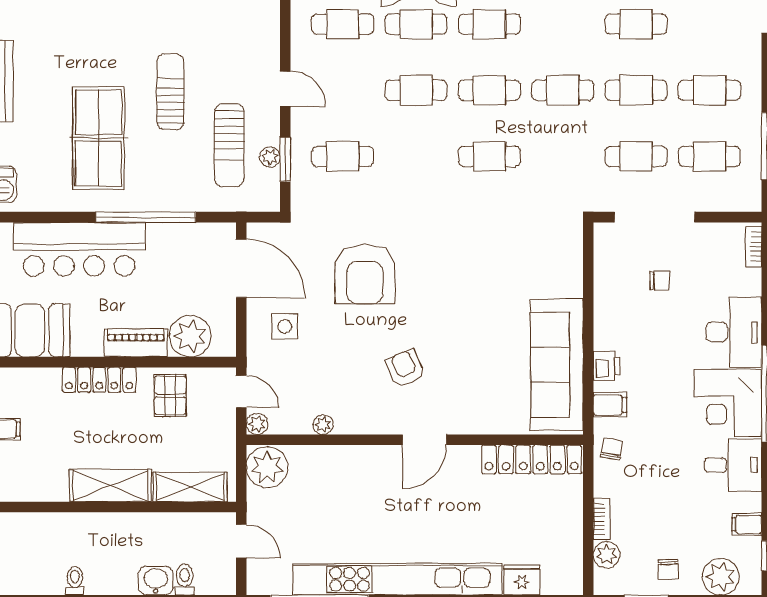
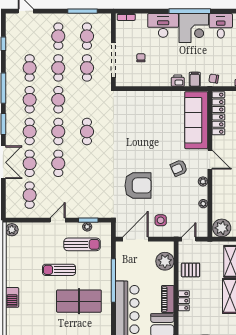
cafe table: (343, 156) -> (30, 100), moved
piano: (136, 343) -> (168, 299), moved
sofa: (557, 365) -> (196, 120), moved, turned 90
locker: (99, 380) -> (184, 301), width x0.66
plant: (257, 424) -> (203, 181), moved

